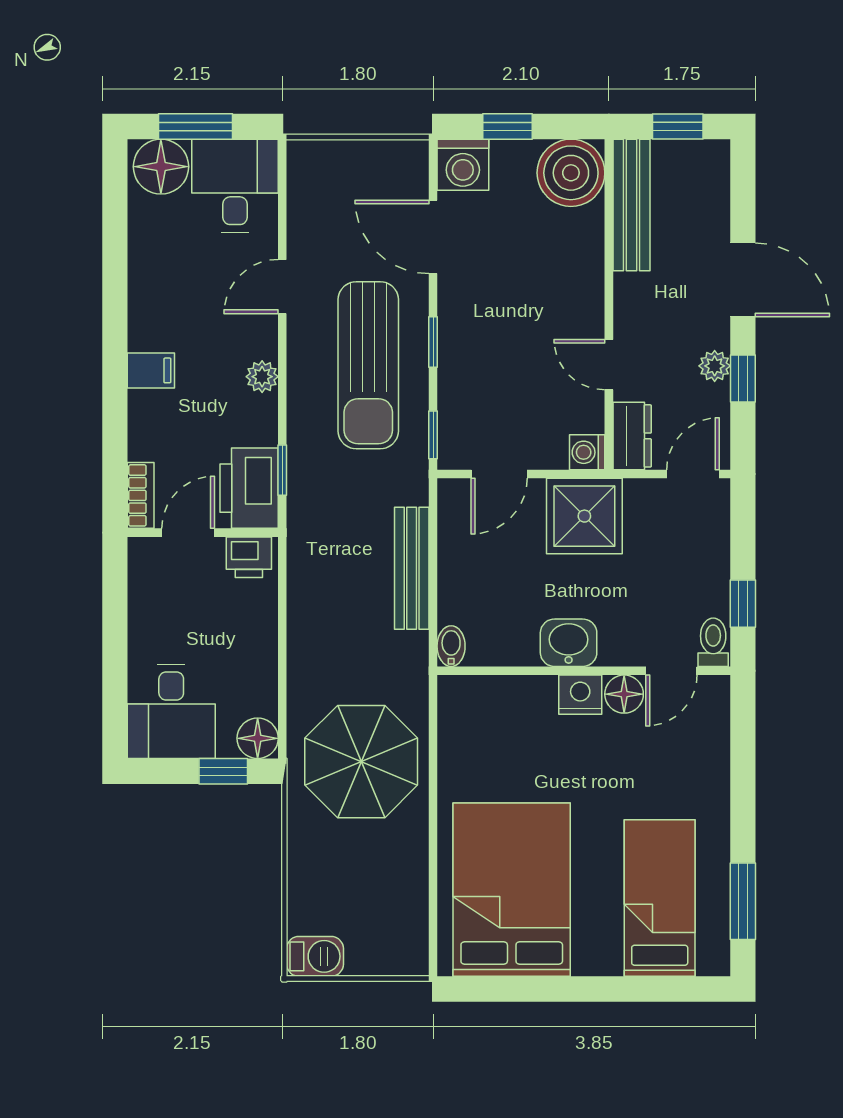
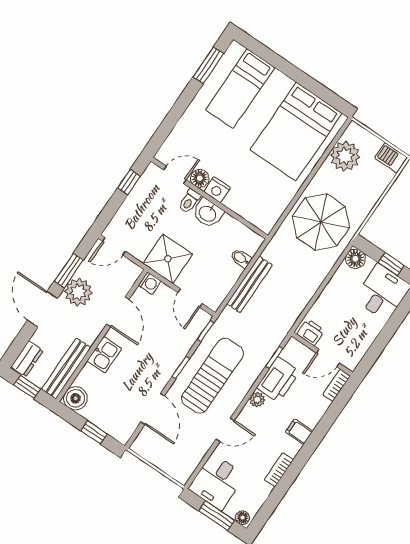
washing machine: (463, 165) -> (122, 429), removed
floor lamp: (161, 167) -> (242, 518), width x0.53, depth x0.53
boiler: (571, 173) -> (75, 398), width x0.73, depth x0.73
kitchen sink: (582, 274) -> (104, 355), added
bookcase: (141, 280) -> (279, 470), added
door: (609, 365) -> (118, 312), width x1.37
plant: (715, 366) -> (78, 292), width x1.88, depth x1.88
window: (743, 378) -> (69, 271), width x1.50
dresser: (632, 436) -> (27, 359), moved, turned 180
door: (499, 474) -> (190, 298), swing flipped
printer: (249, 488) -> (278, 380), moved
toilet: (713, 642) -> (189, 201), moved
bidet: (451, 646) -> (241, 258), moved, turned 90
window: (223, 771) -> (391, 264), moved
plant: (397, 905) -> (345, 156), added

